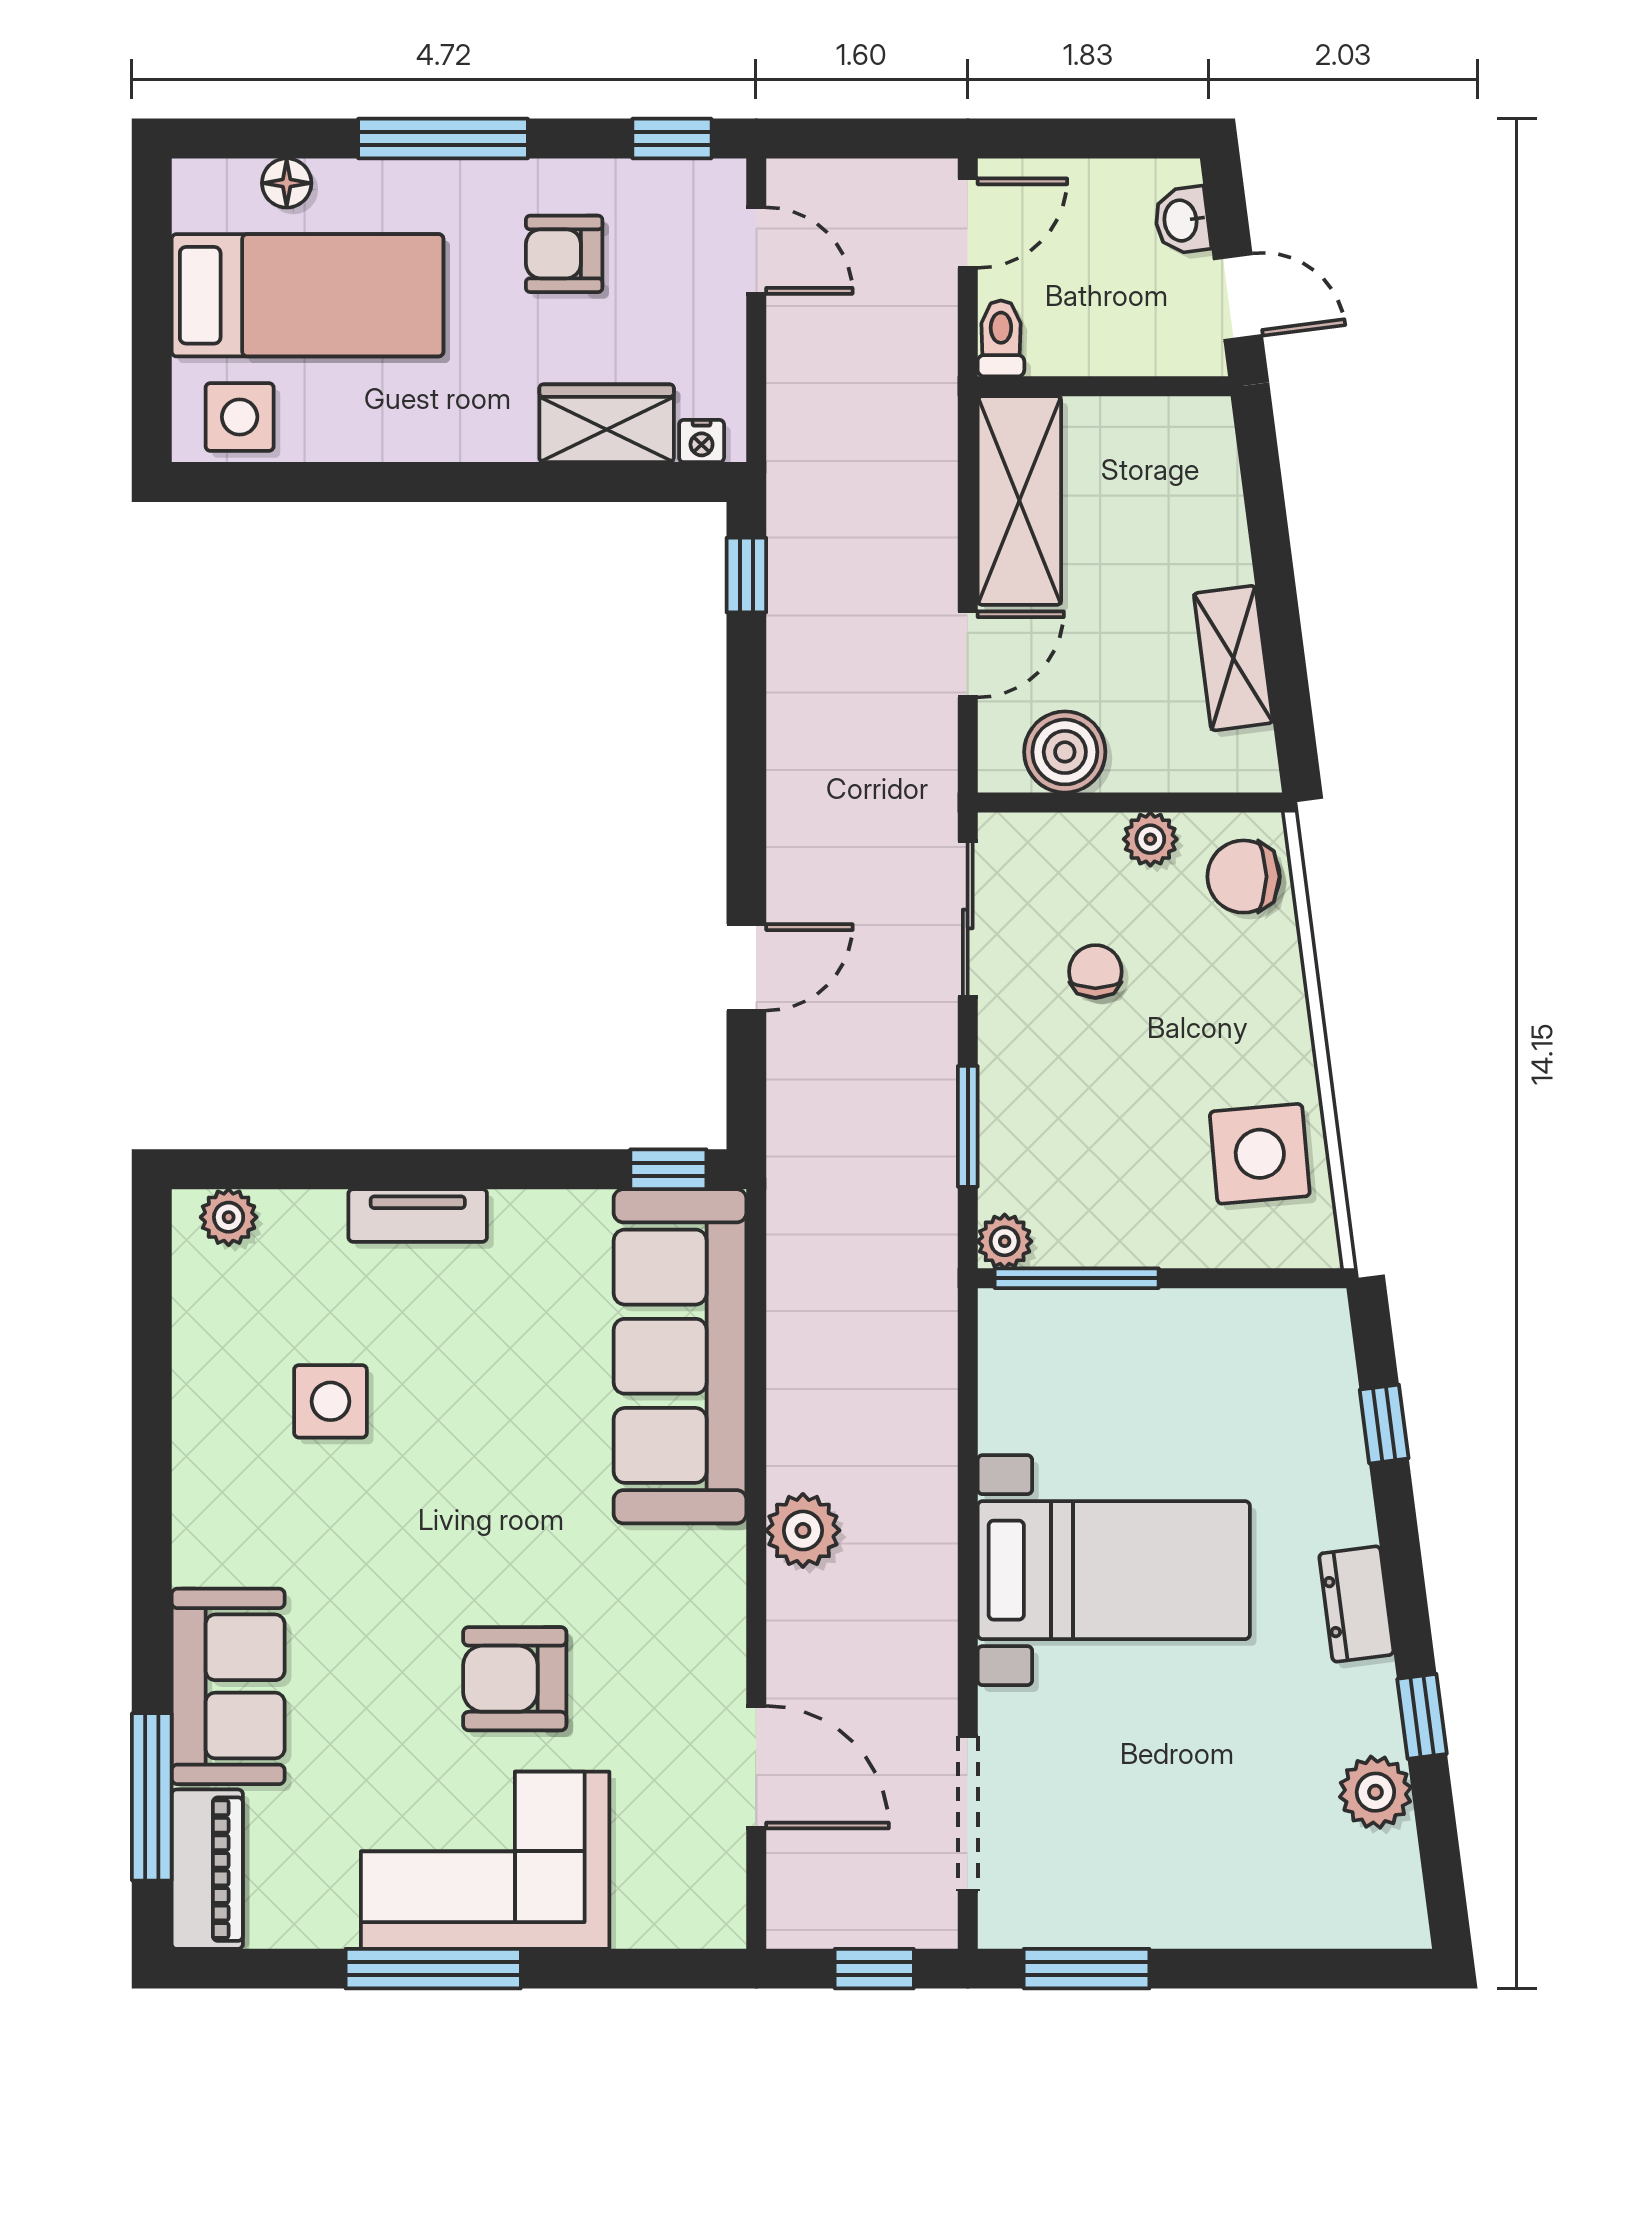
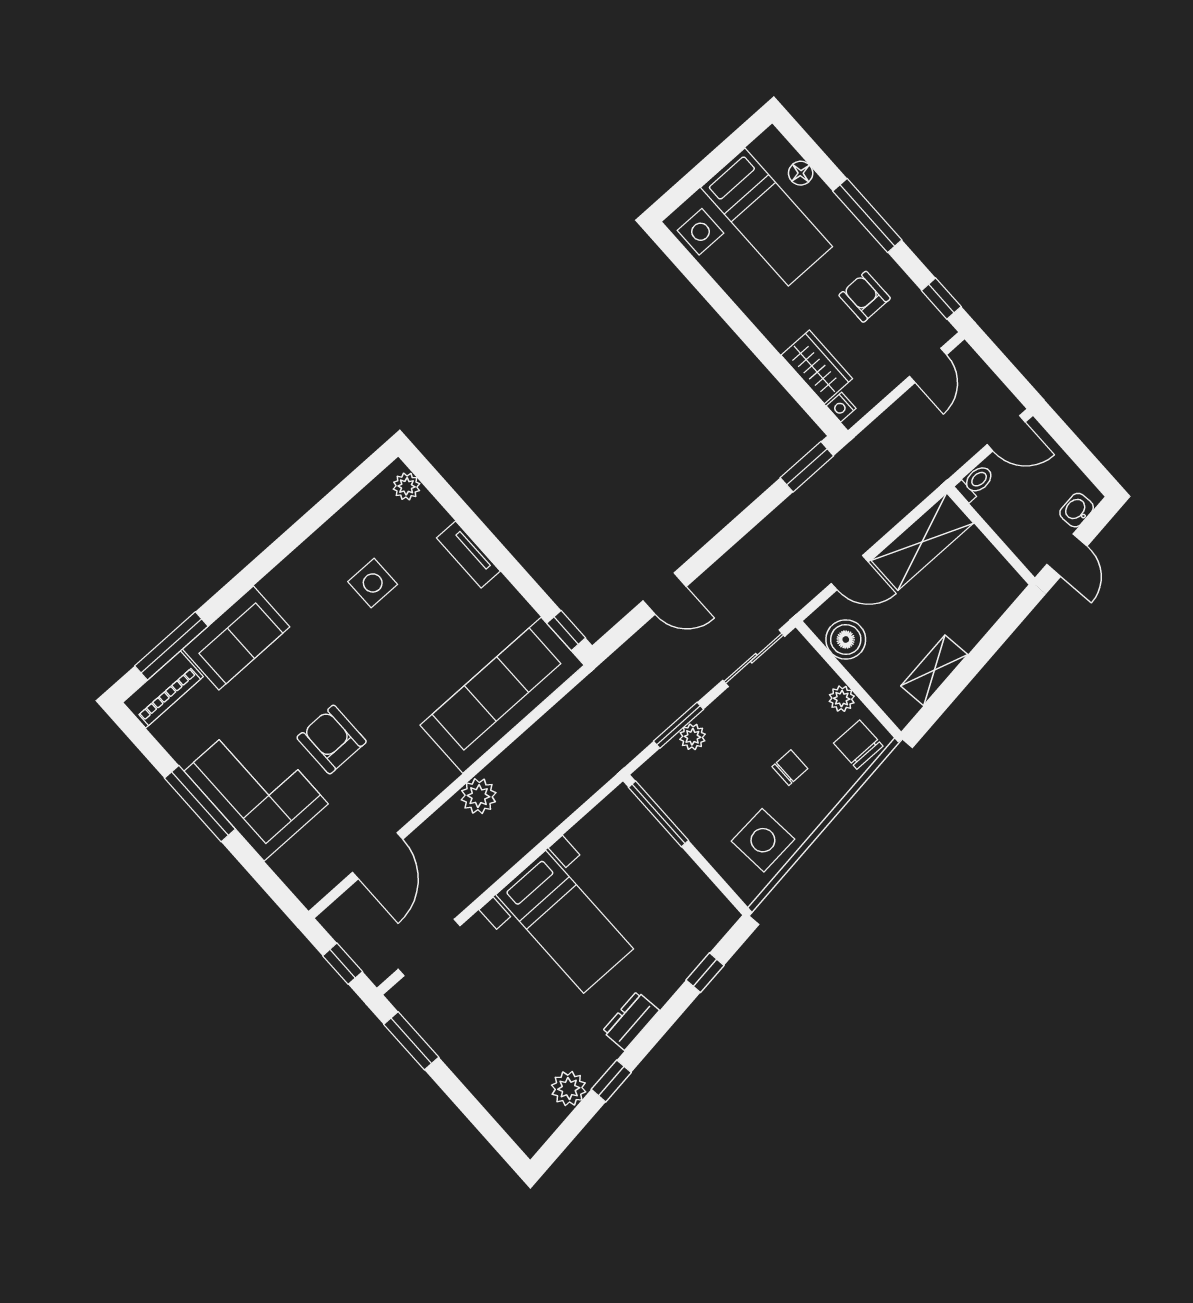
window: (746, 575) -> (807, 467), width x1.50
chair: (1095, 971) -> (790, 768), moved
plant: (1005, 1241) -> (692, 737), moved

